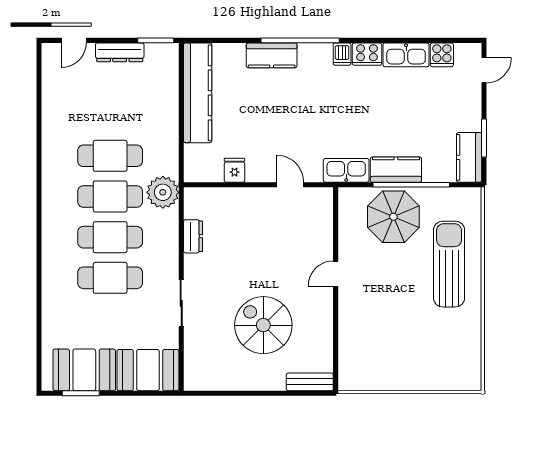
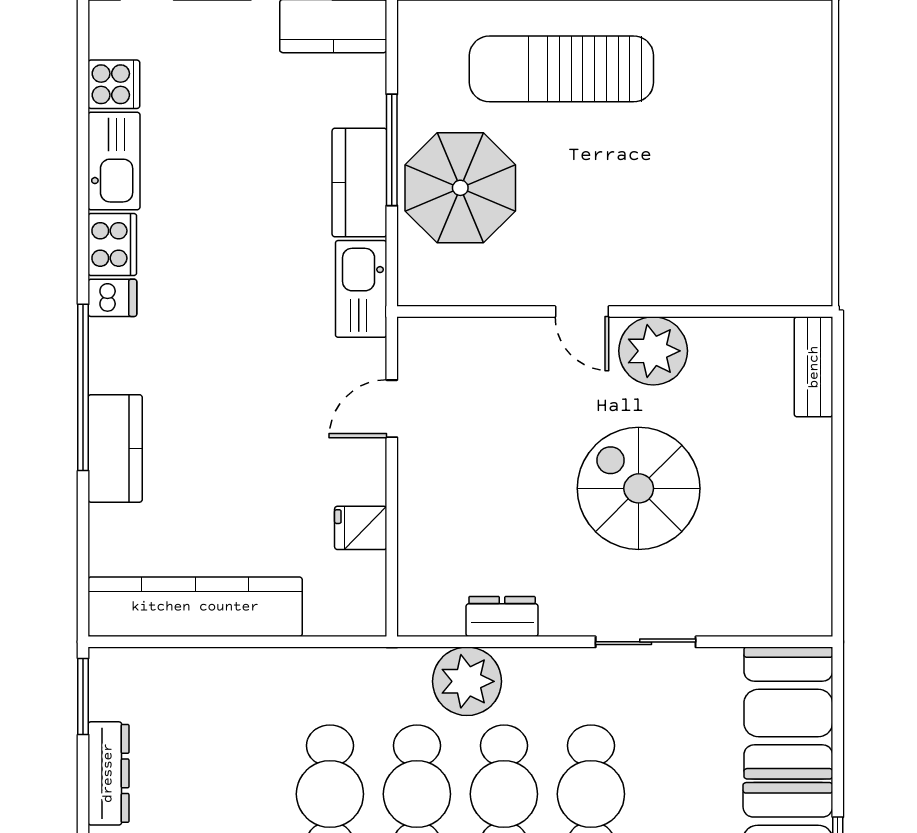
window: (411, 185) -> (392, 150), width x0.68
plant: (163, 192) -> (467, 681), moved
plant: (317, 307) -> (653, 351), added
spiral stairs: (263, 325) -> (639, 488), moved, turned 90

